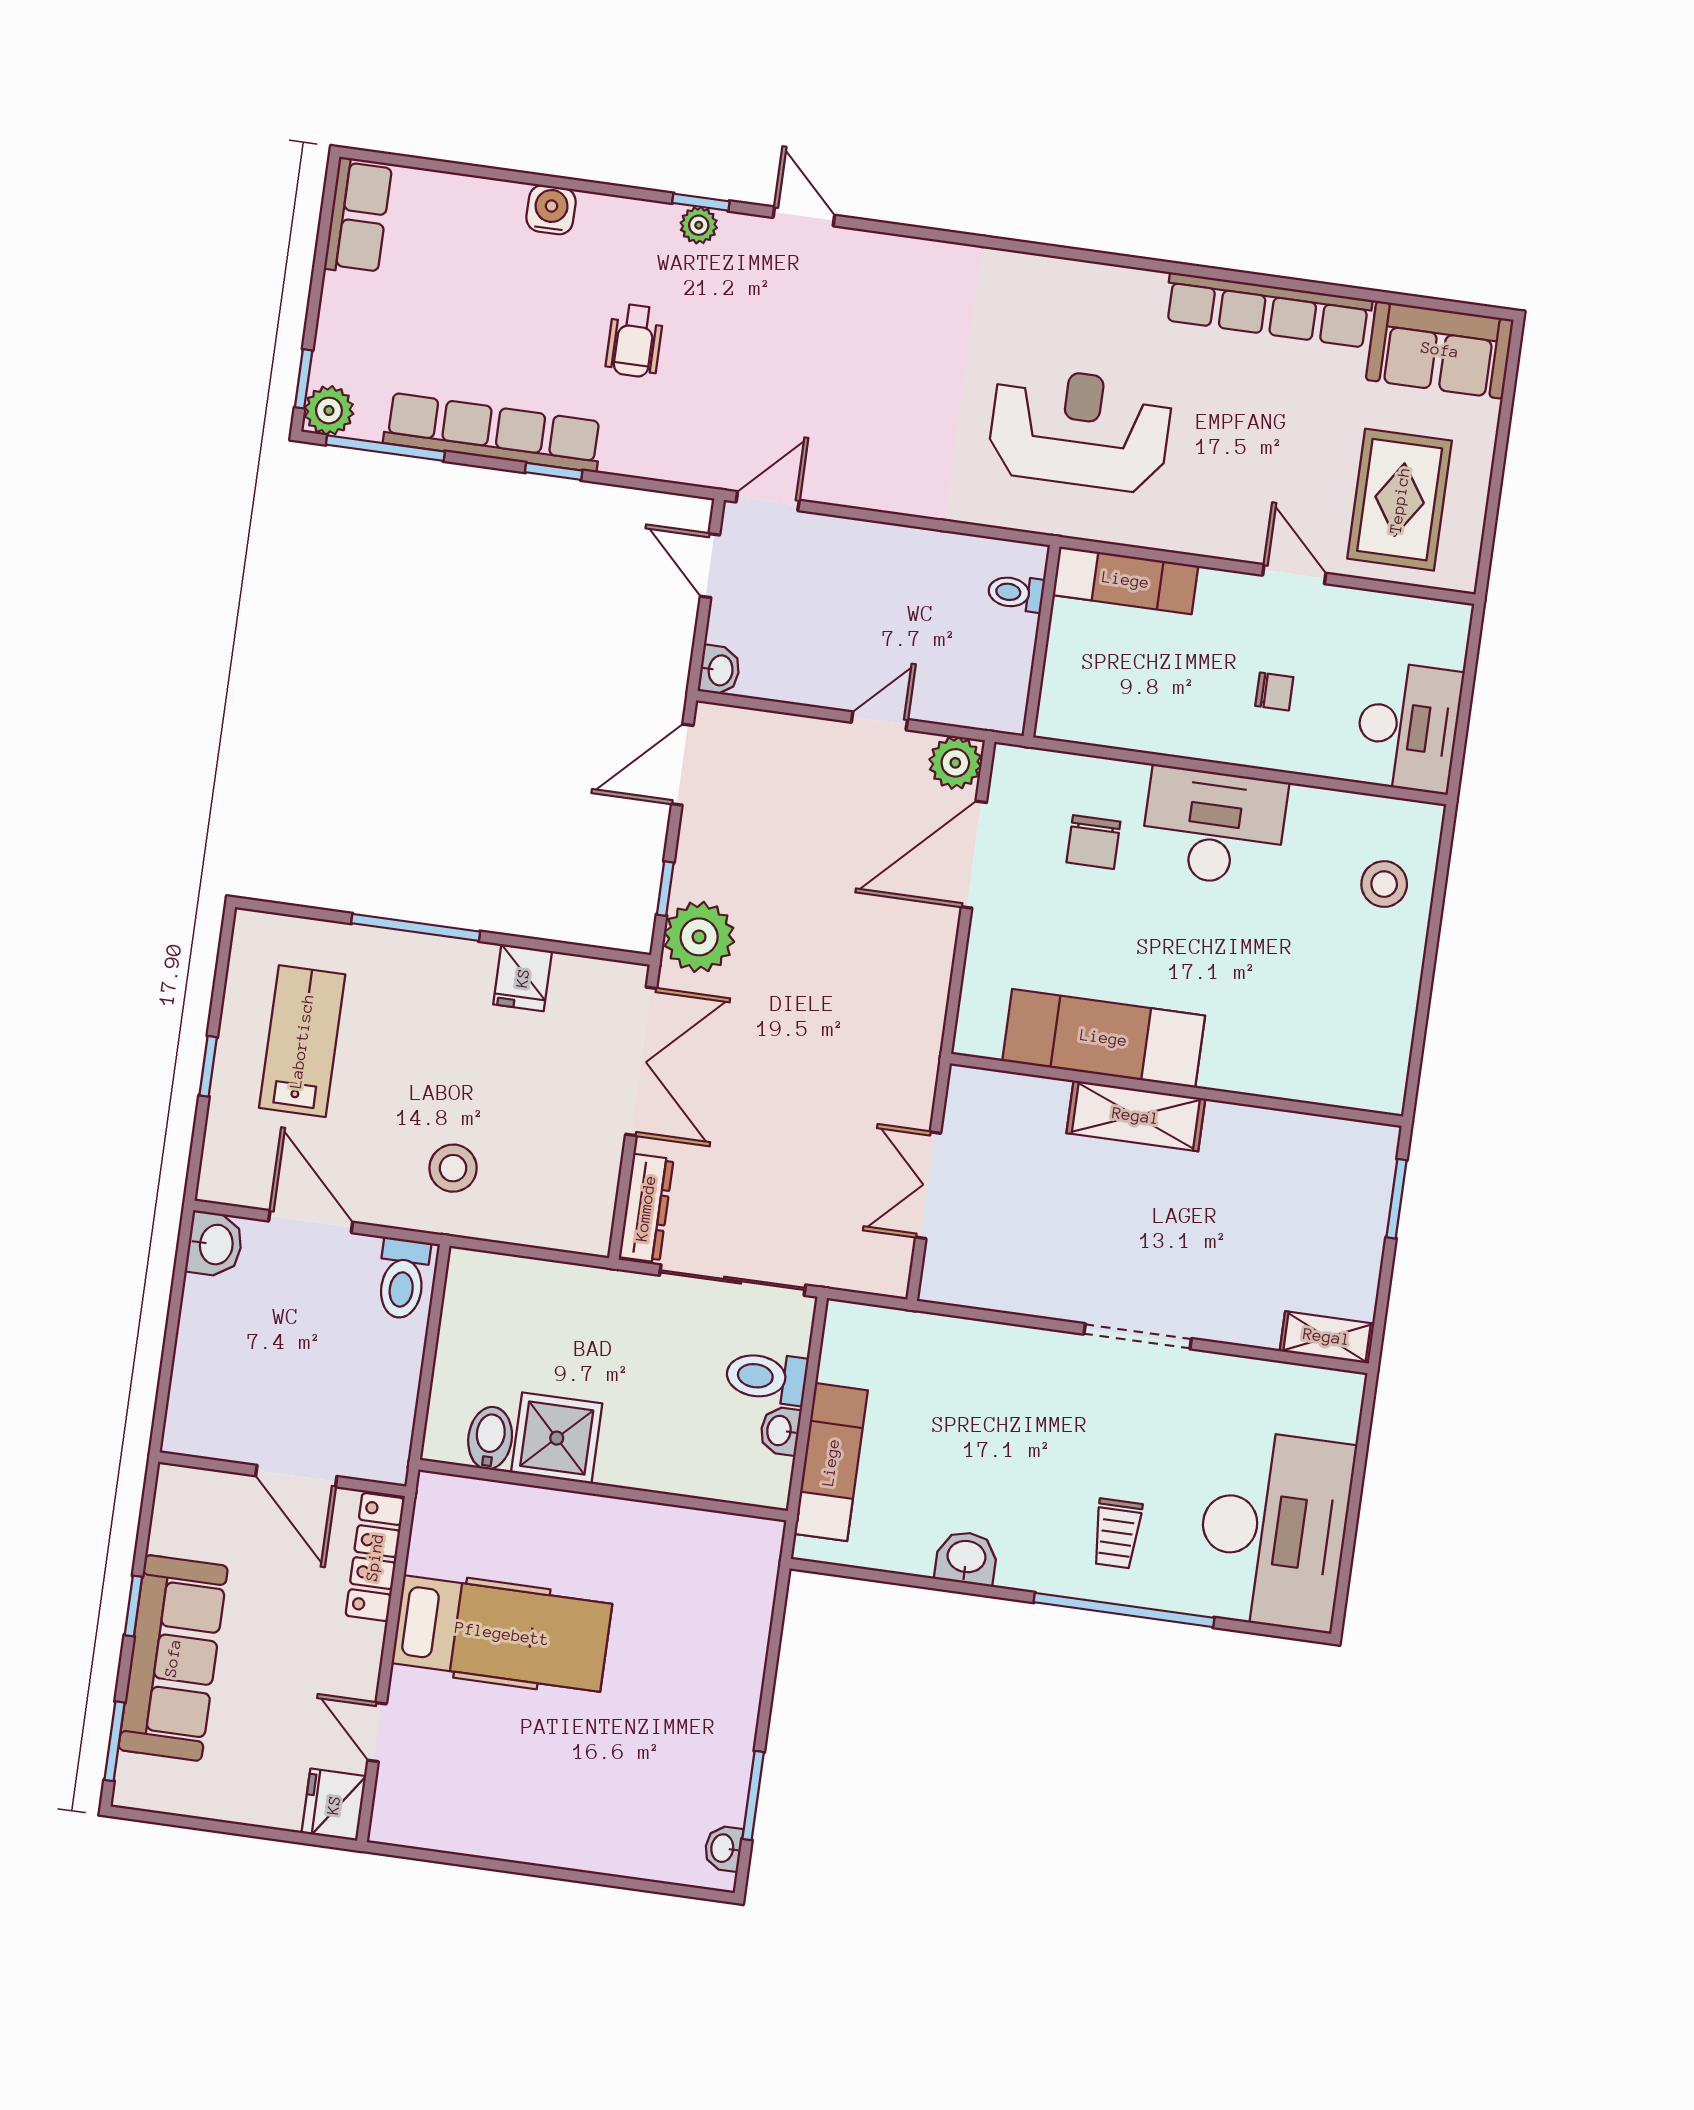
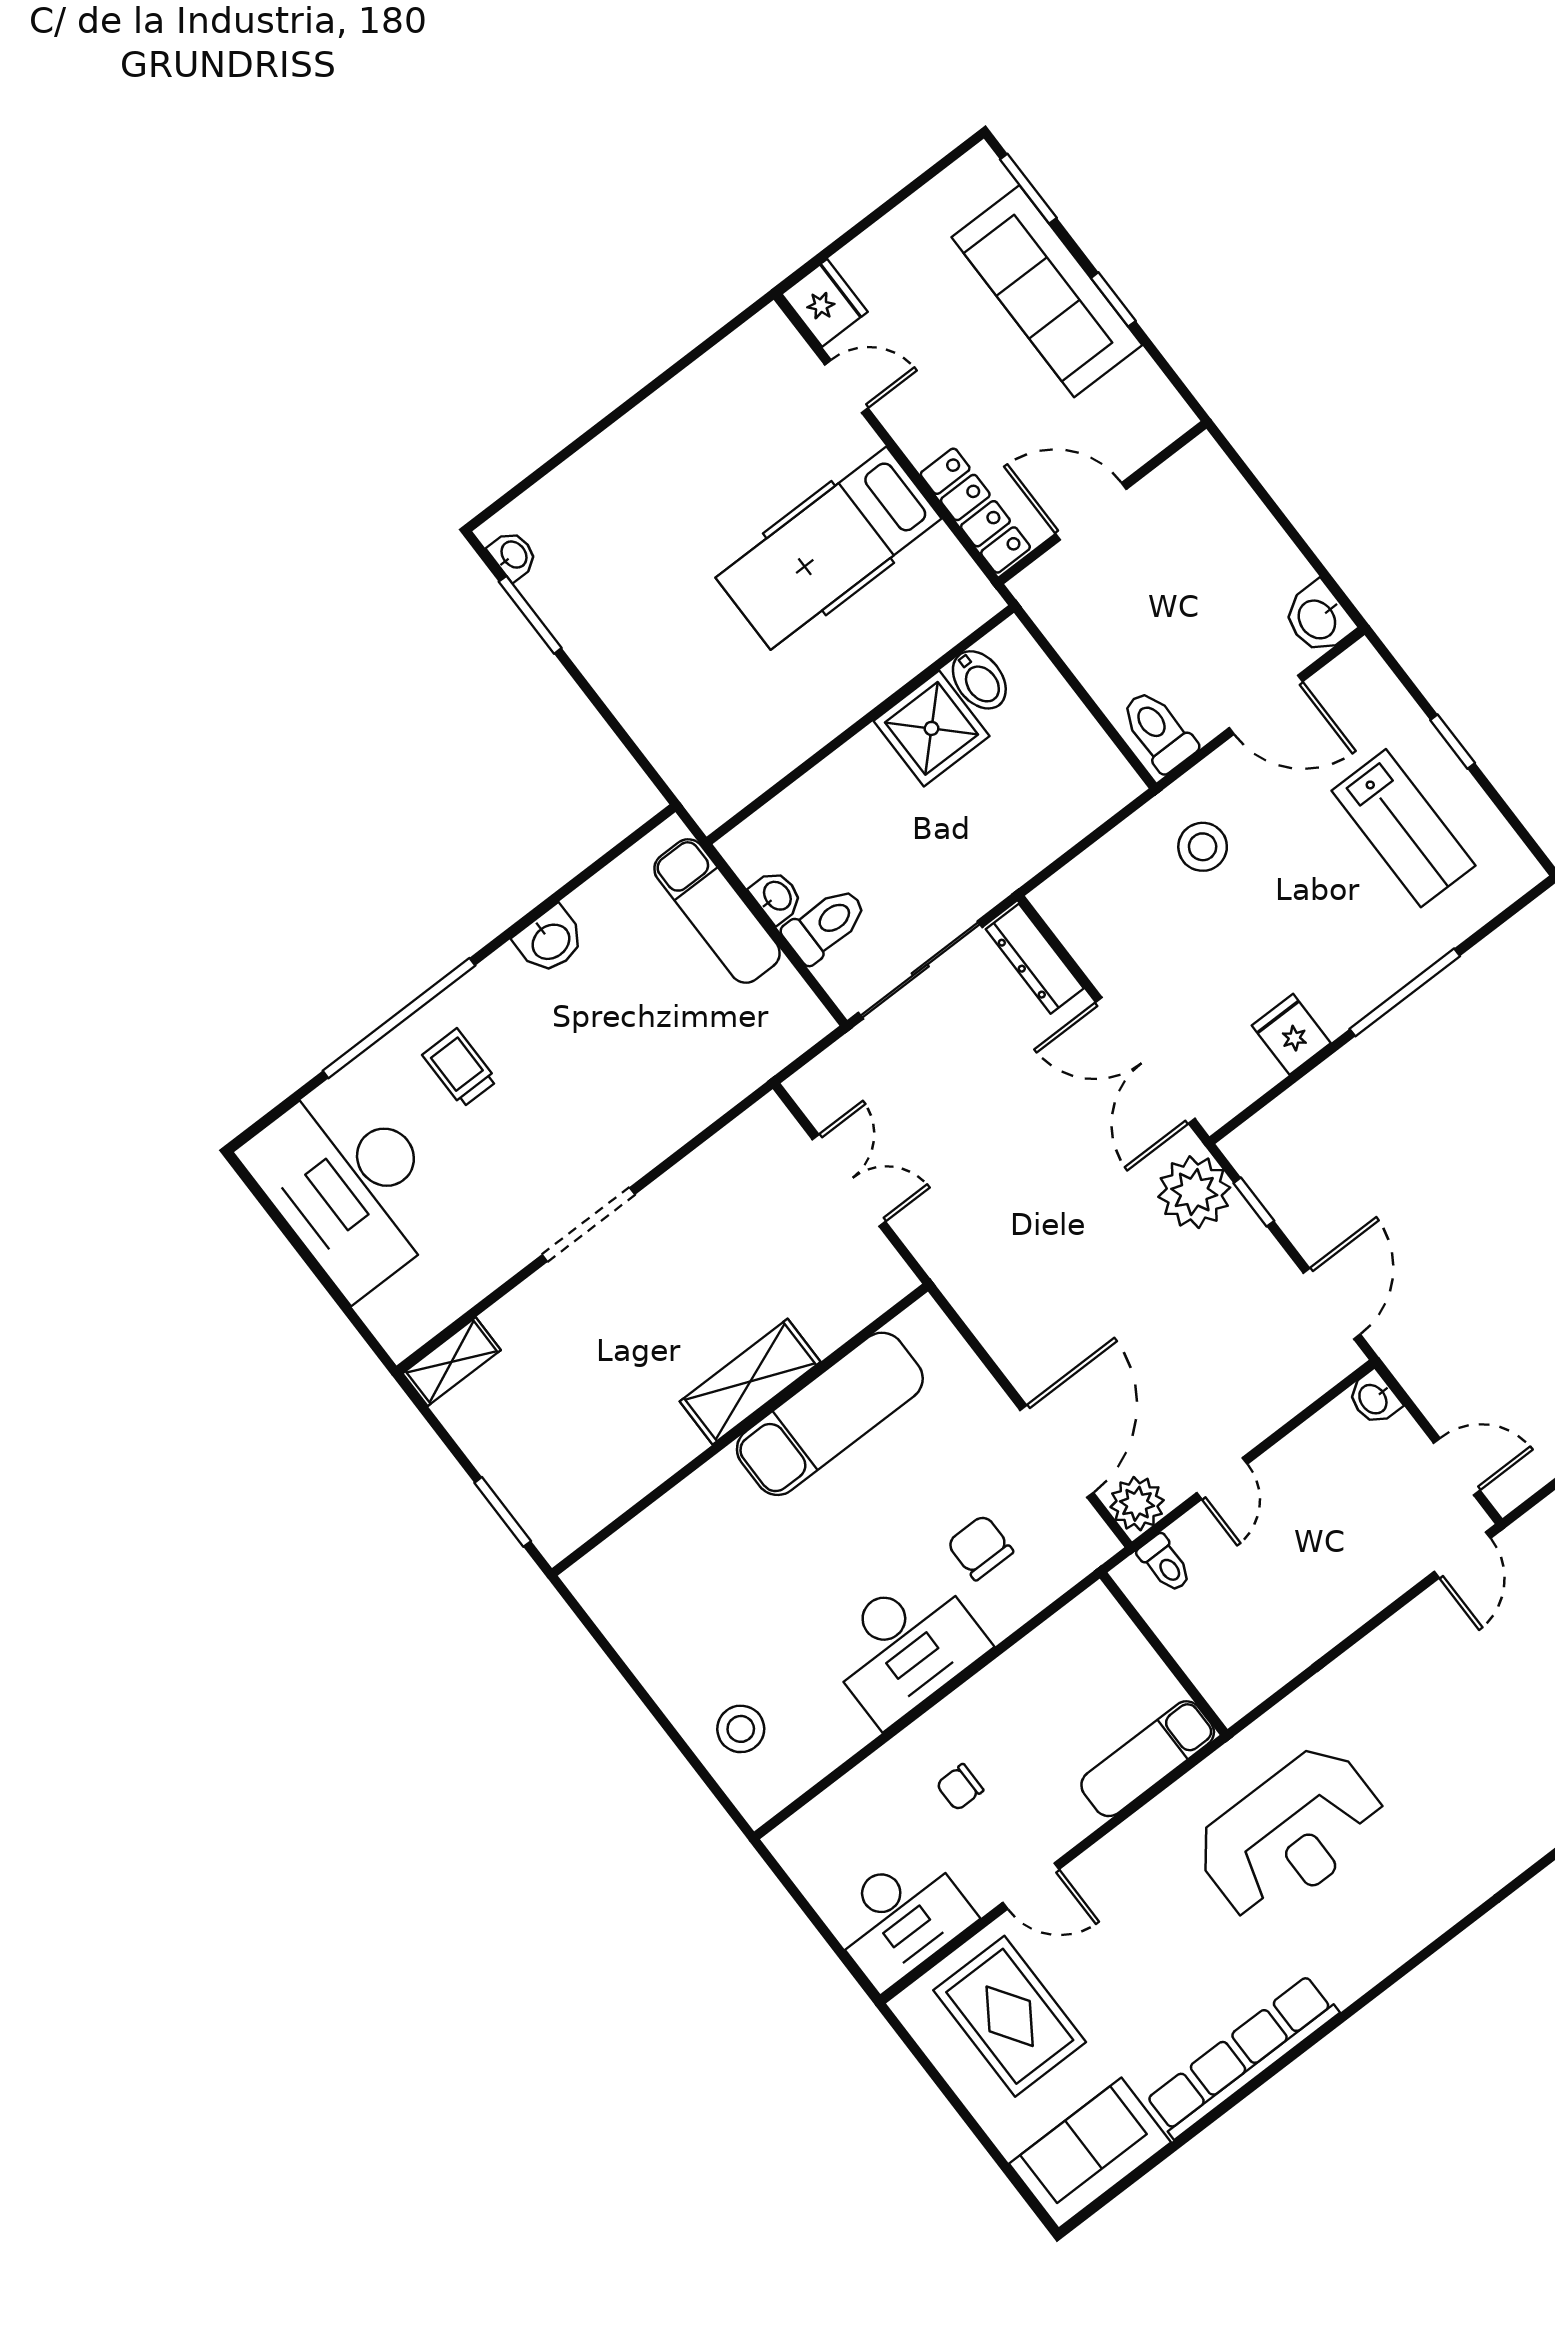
toilet: (1016, 593) -> (1165, 1564), moved, turned 90
desk: (1408, 727) -> (900, 1918), moved, turned -90

